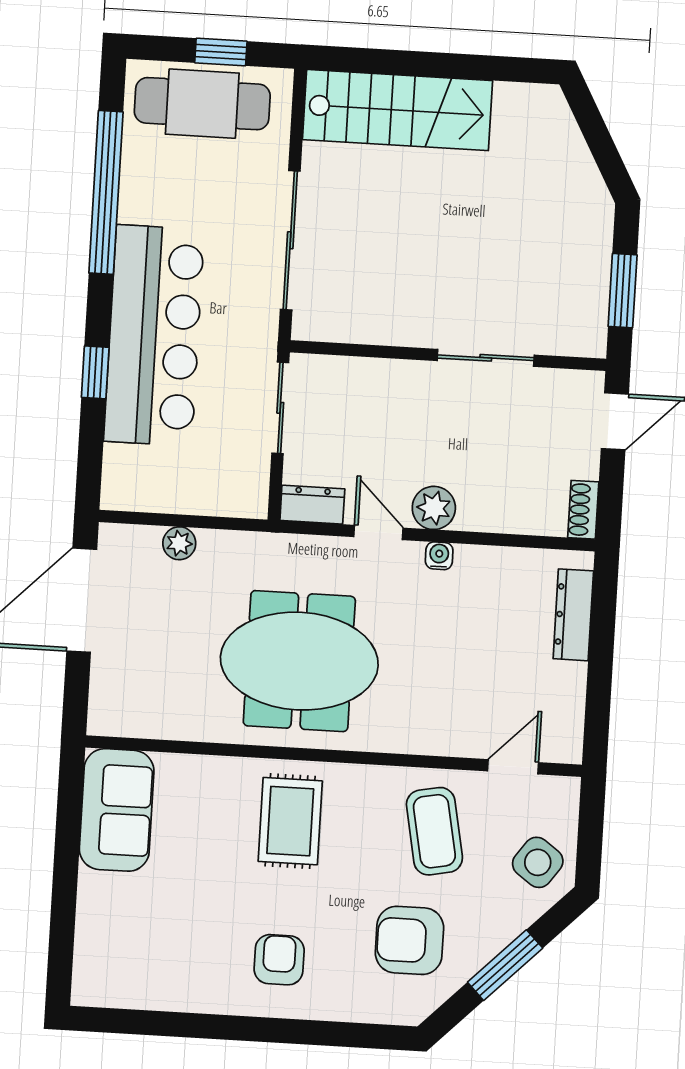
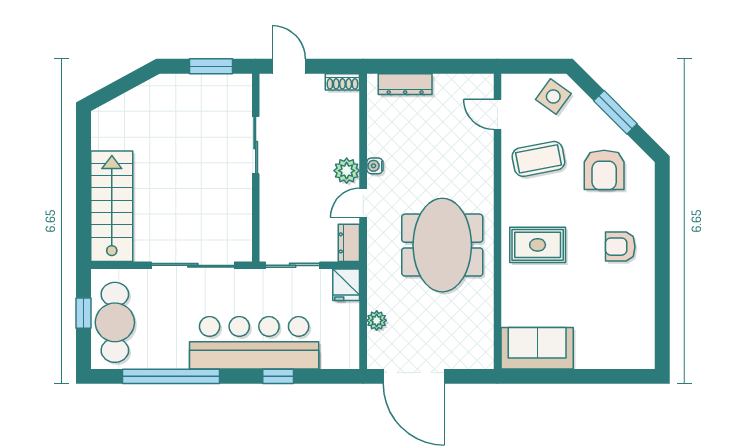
fridge: (242, 496) -> (346, 285), added

